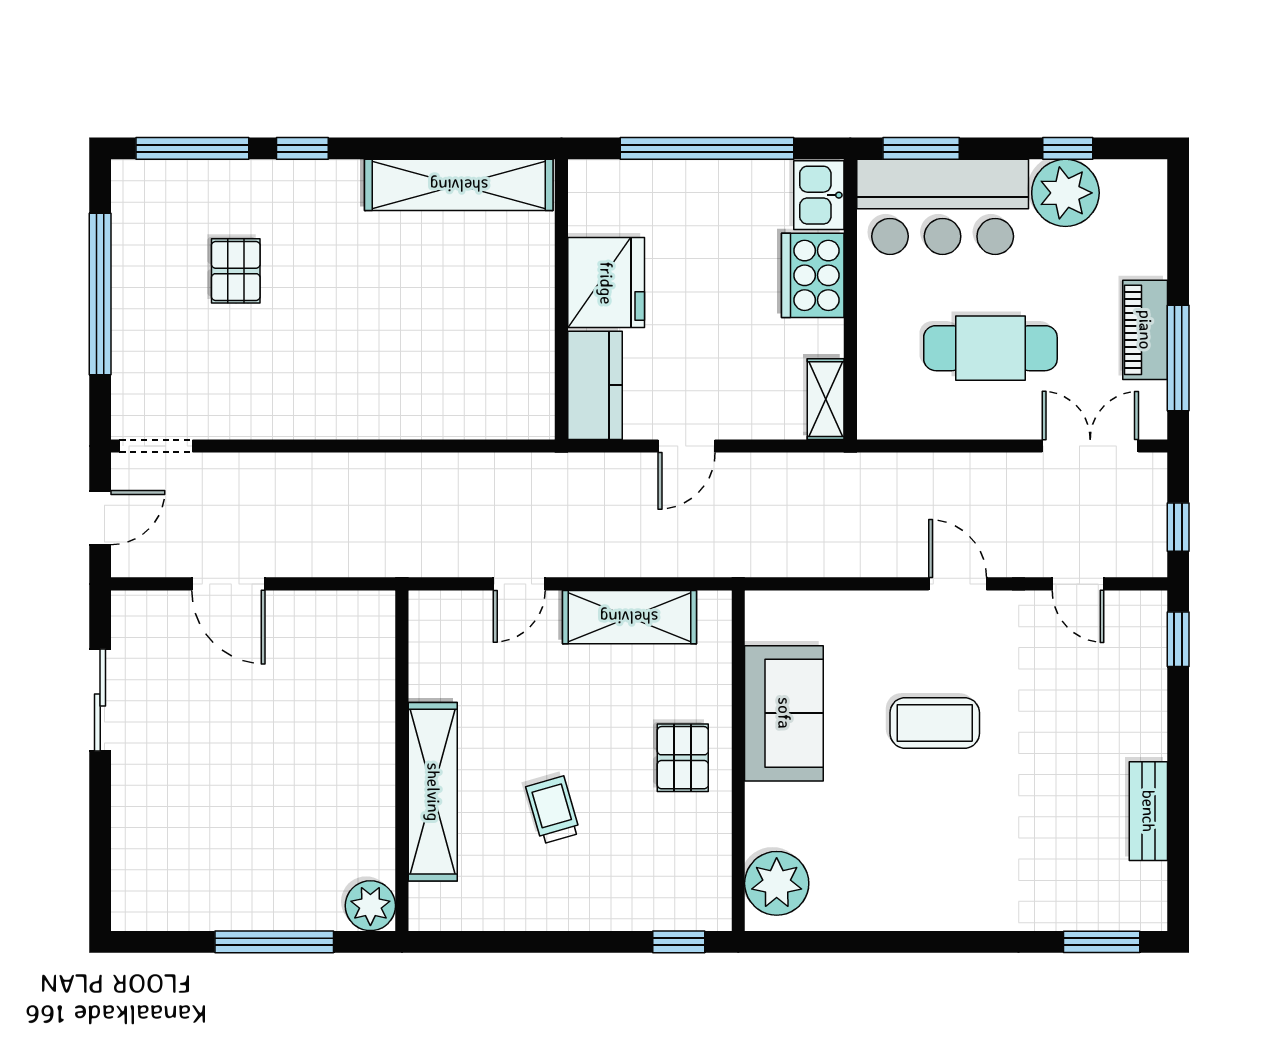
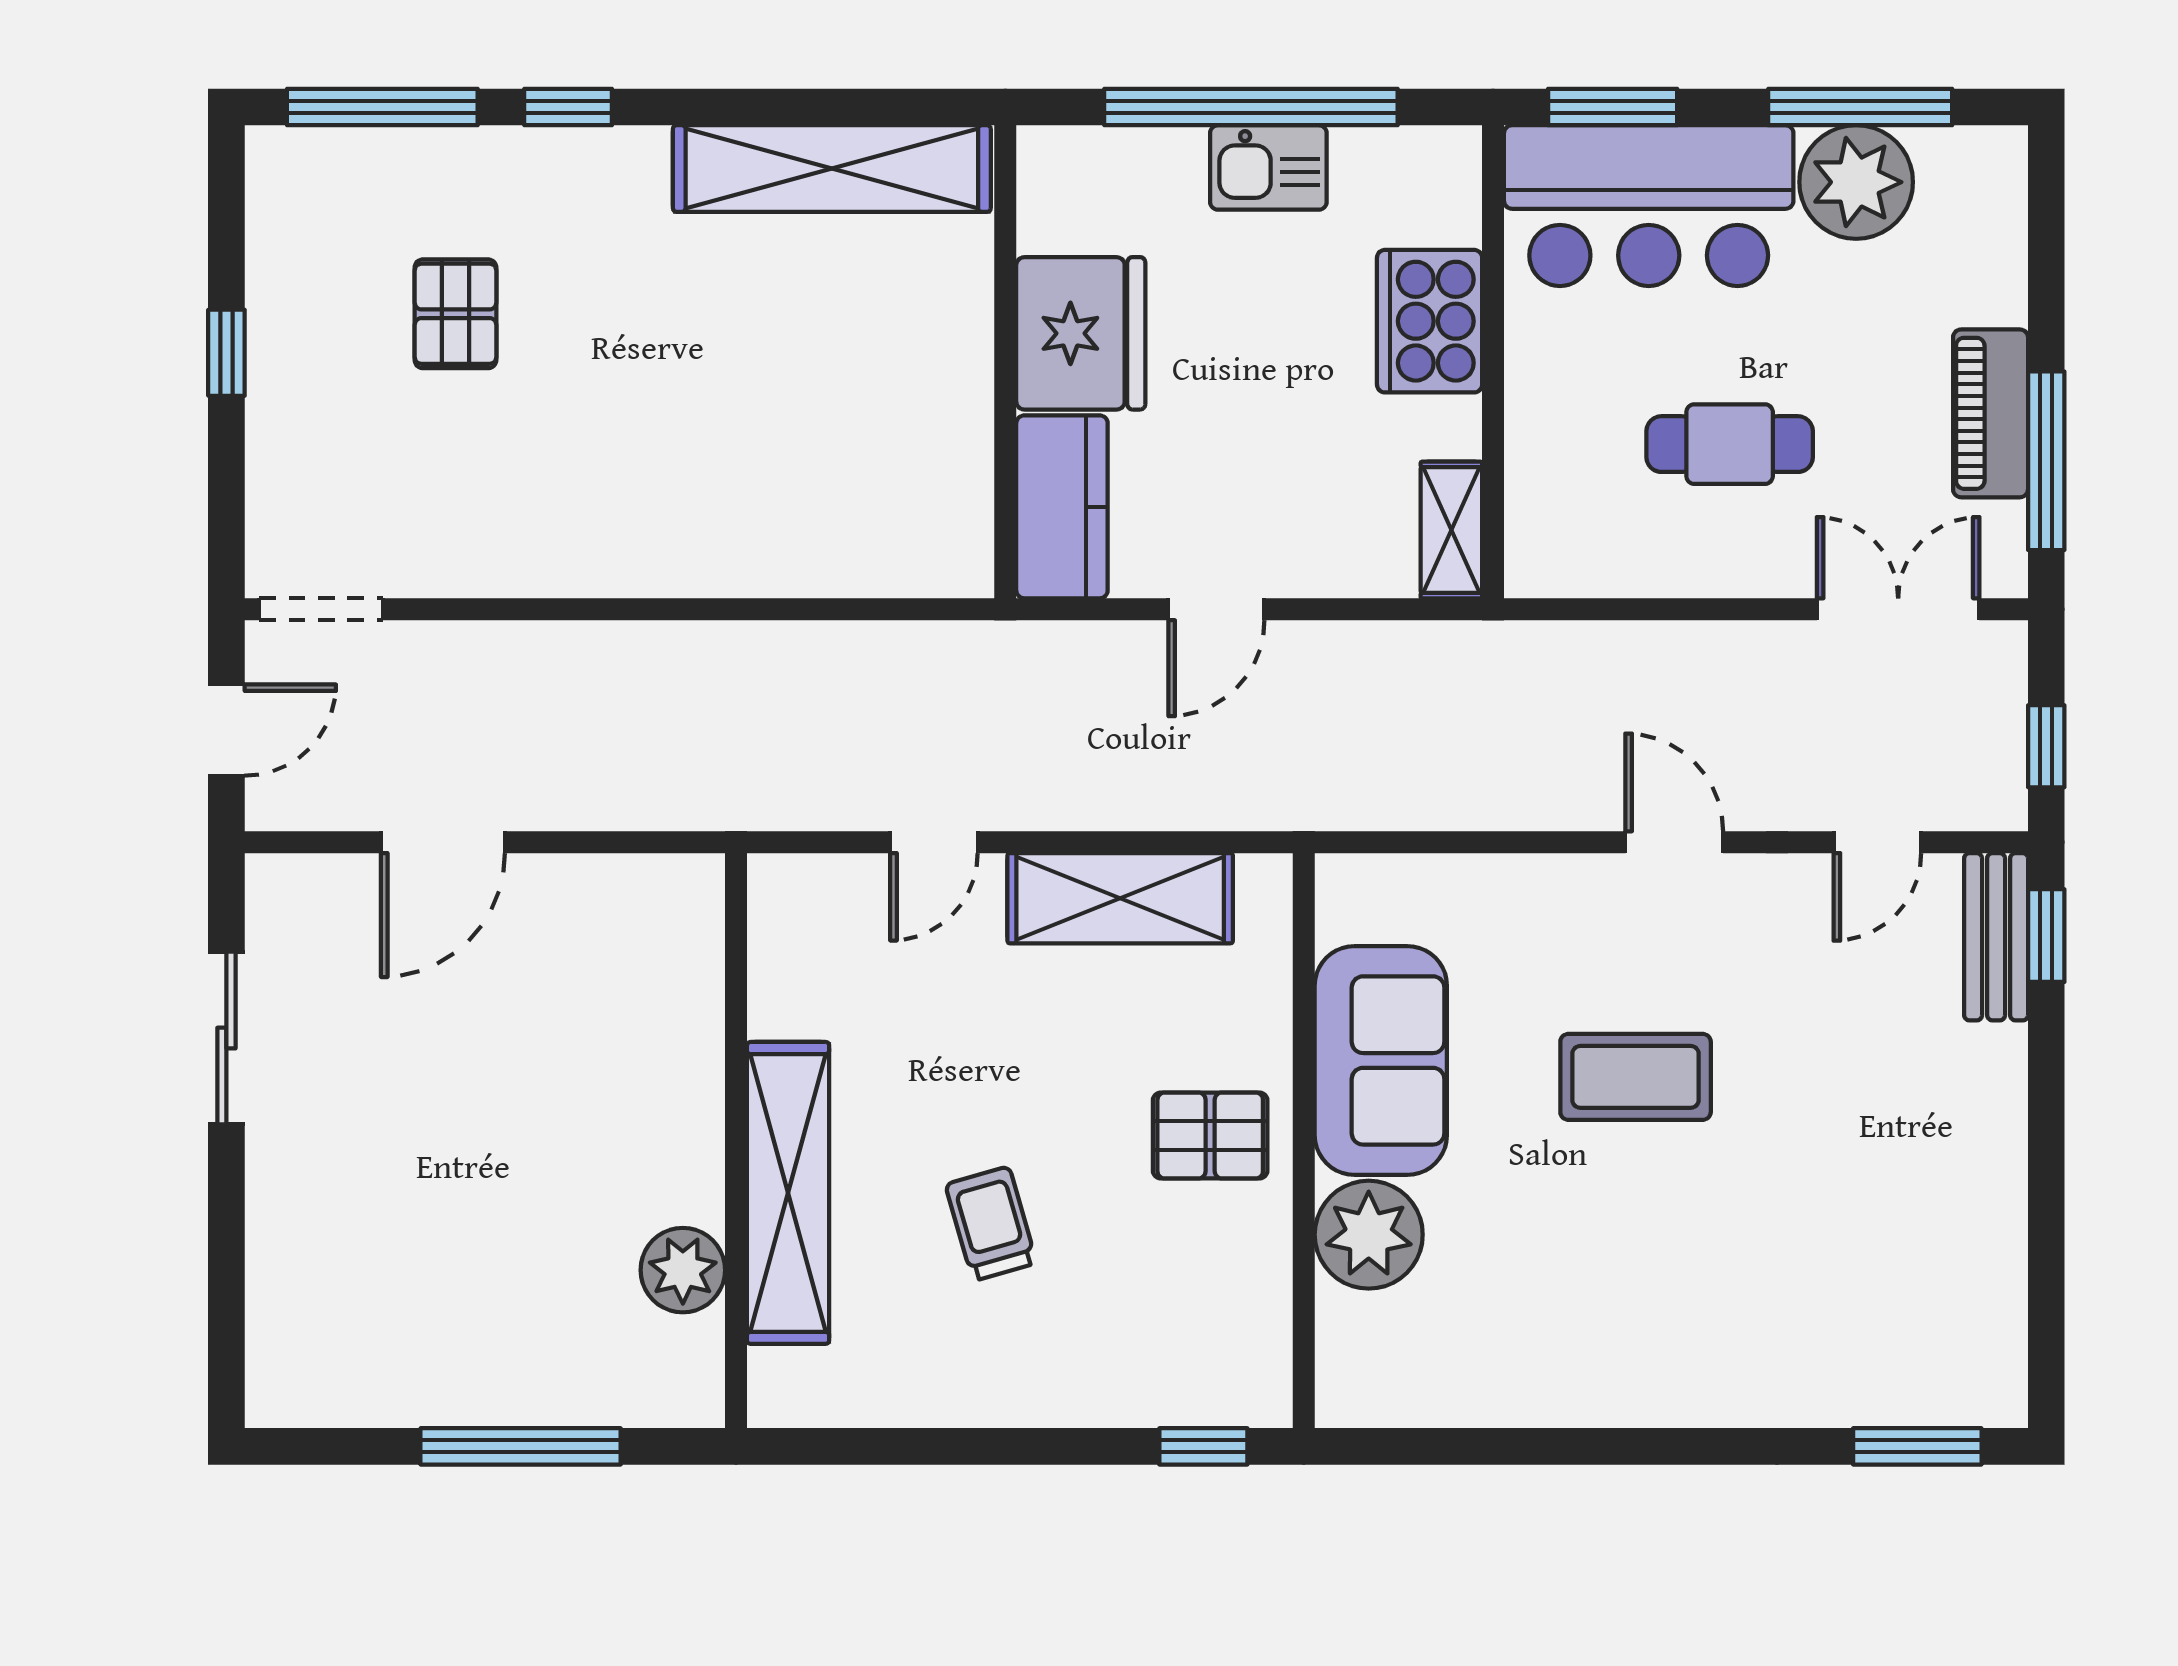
window: (1068, 148) -> (1860, 107), width x2.17
kitchen sink: (819, 195) -> (1268, 167), moved, turned -90
window: (100, 294) -> (226, 353), width x0.32
cafe table: (990, 348) -> (1730, 444), width x0.73, depth x0.74
door: (228, 584) -> (443, 842), hinge flipped
door: (1078, 584) -> (1877, 842), hinge flipped
pallet: (683, 758) -> (1210, 1136), turned 90
bench: (1148, 811) -> (1996, 937), moved
plant: (777, 883) -> (1369, 1235), moved
plant: (370, 906) -> (683, 1270), moved

